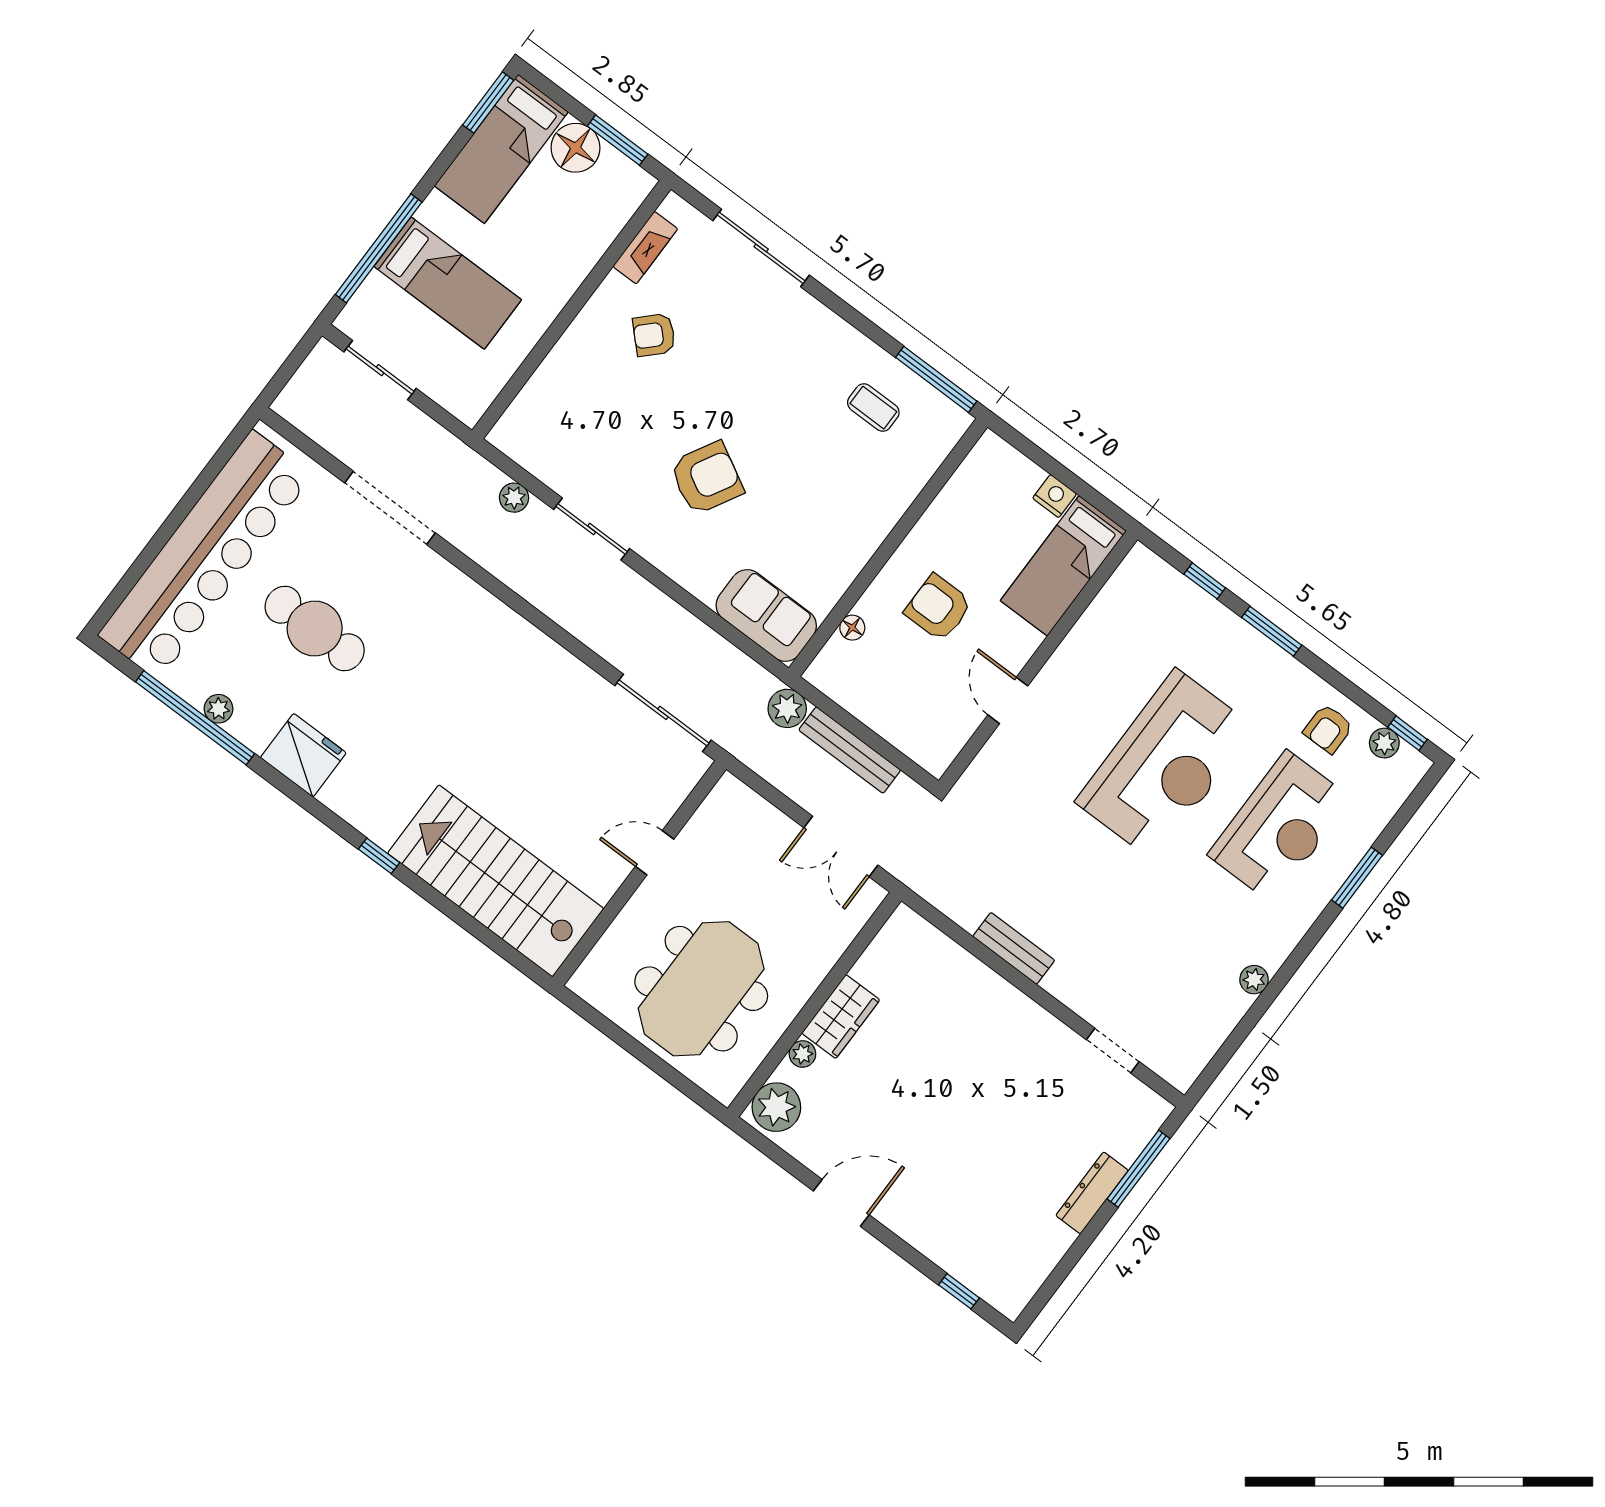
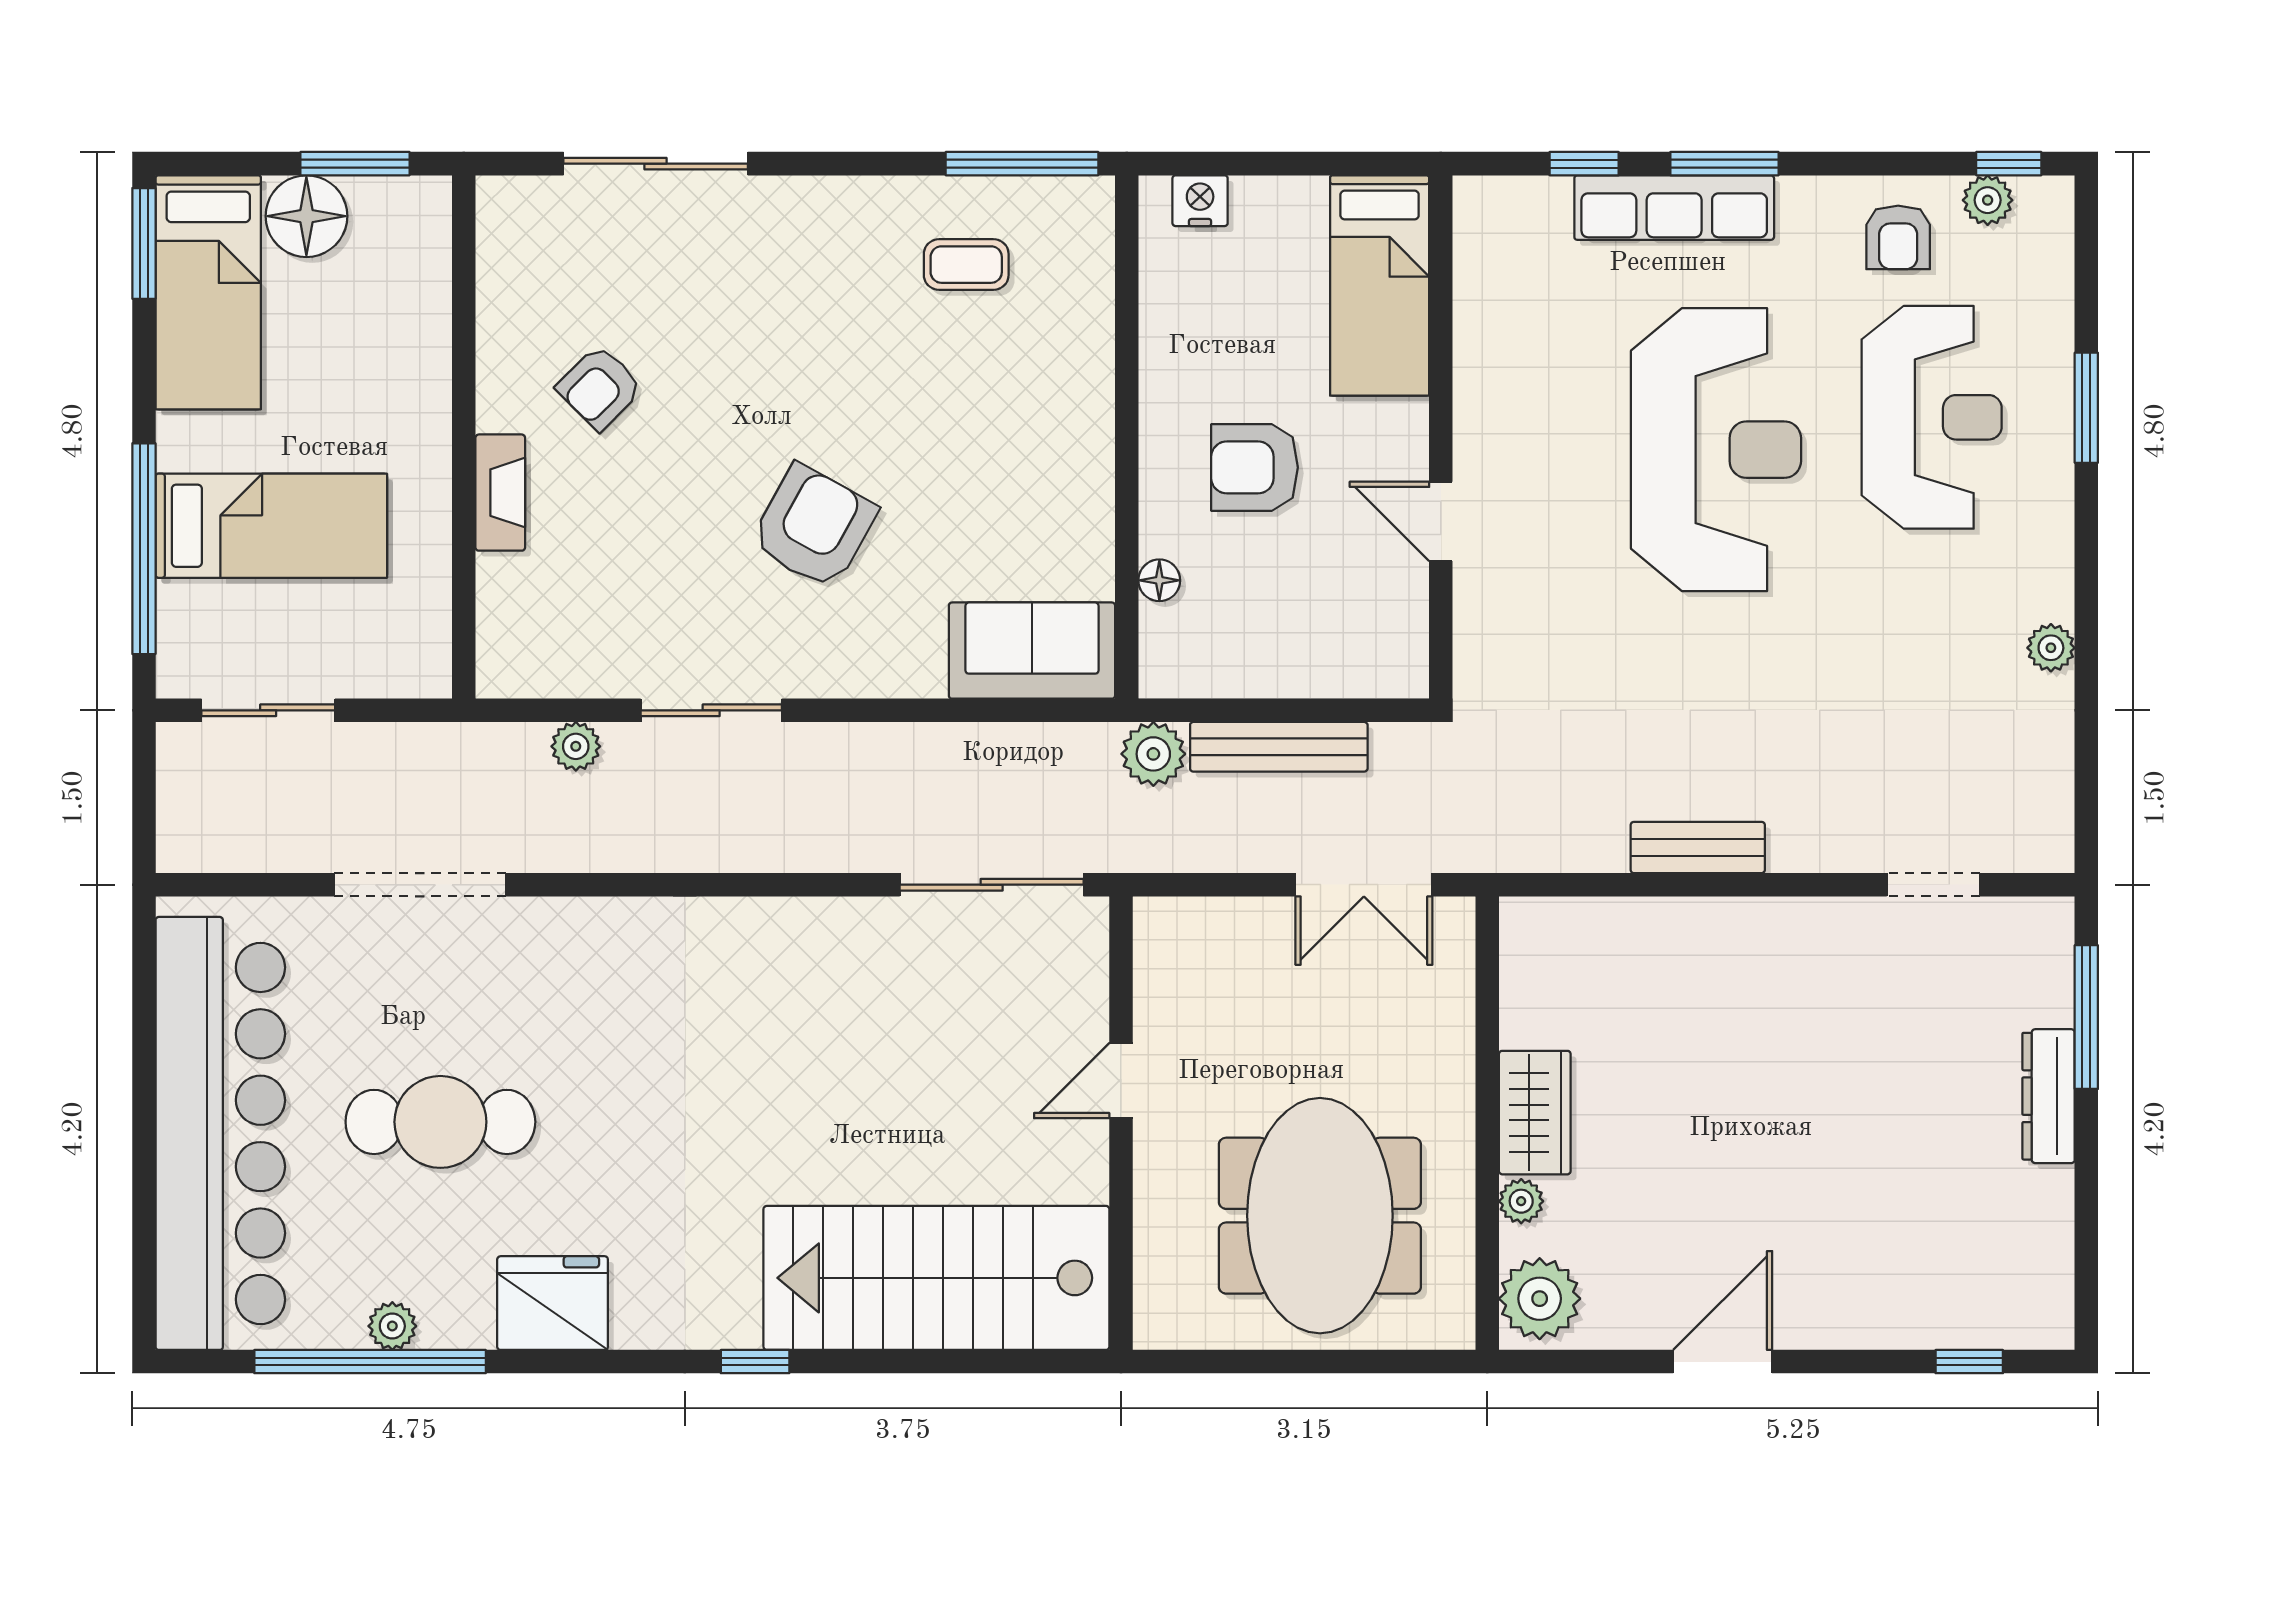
fireplace: (645, 248) -> (500, 493), moved
nightstand: (1055, 496) -> (1200, 201), moved
row of seats: (1232, 634) -> (1674, 208), added

